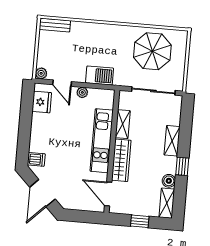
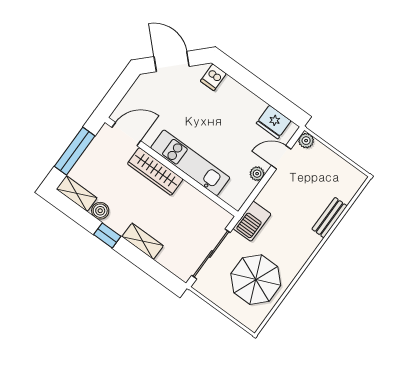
bench: (55, 25) -> (329, 218), moved
barbecue: (100, 75) -> (252, 221), moved
shelving: (123, 124) -> (195, 197), removed
window: (140, 221) -> (75, 151), width x2.17

